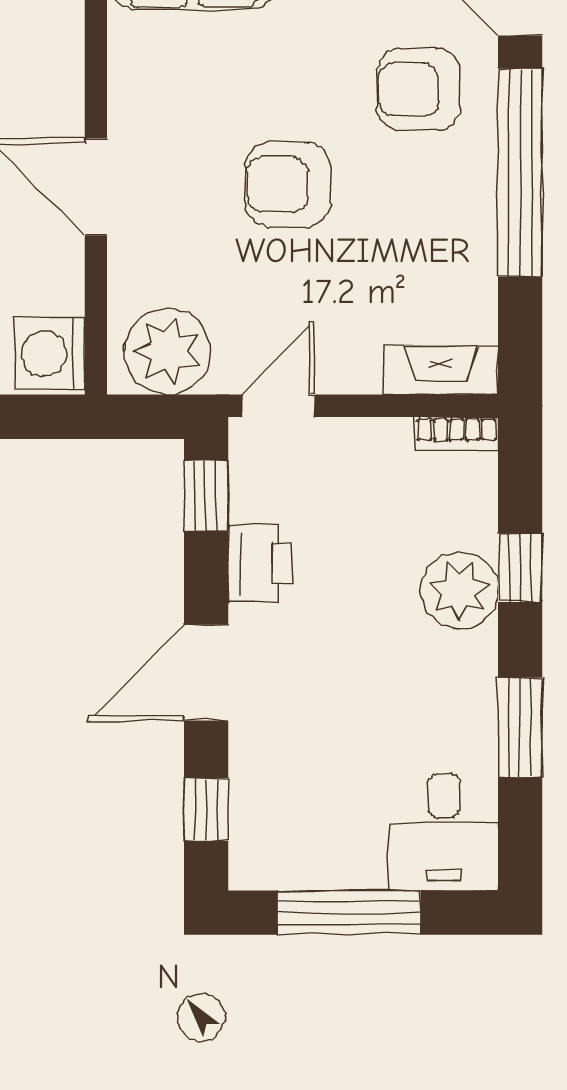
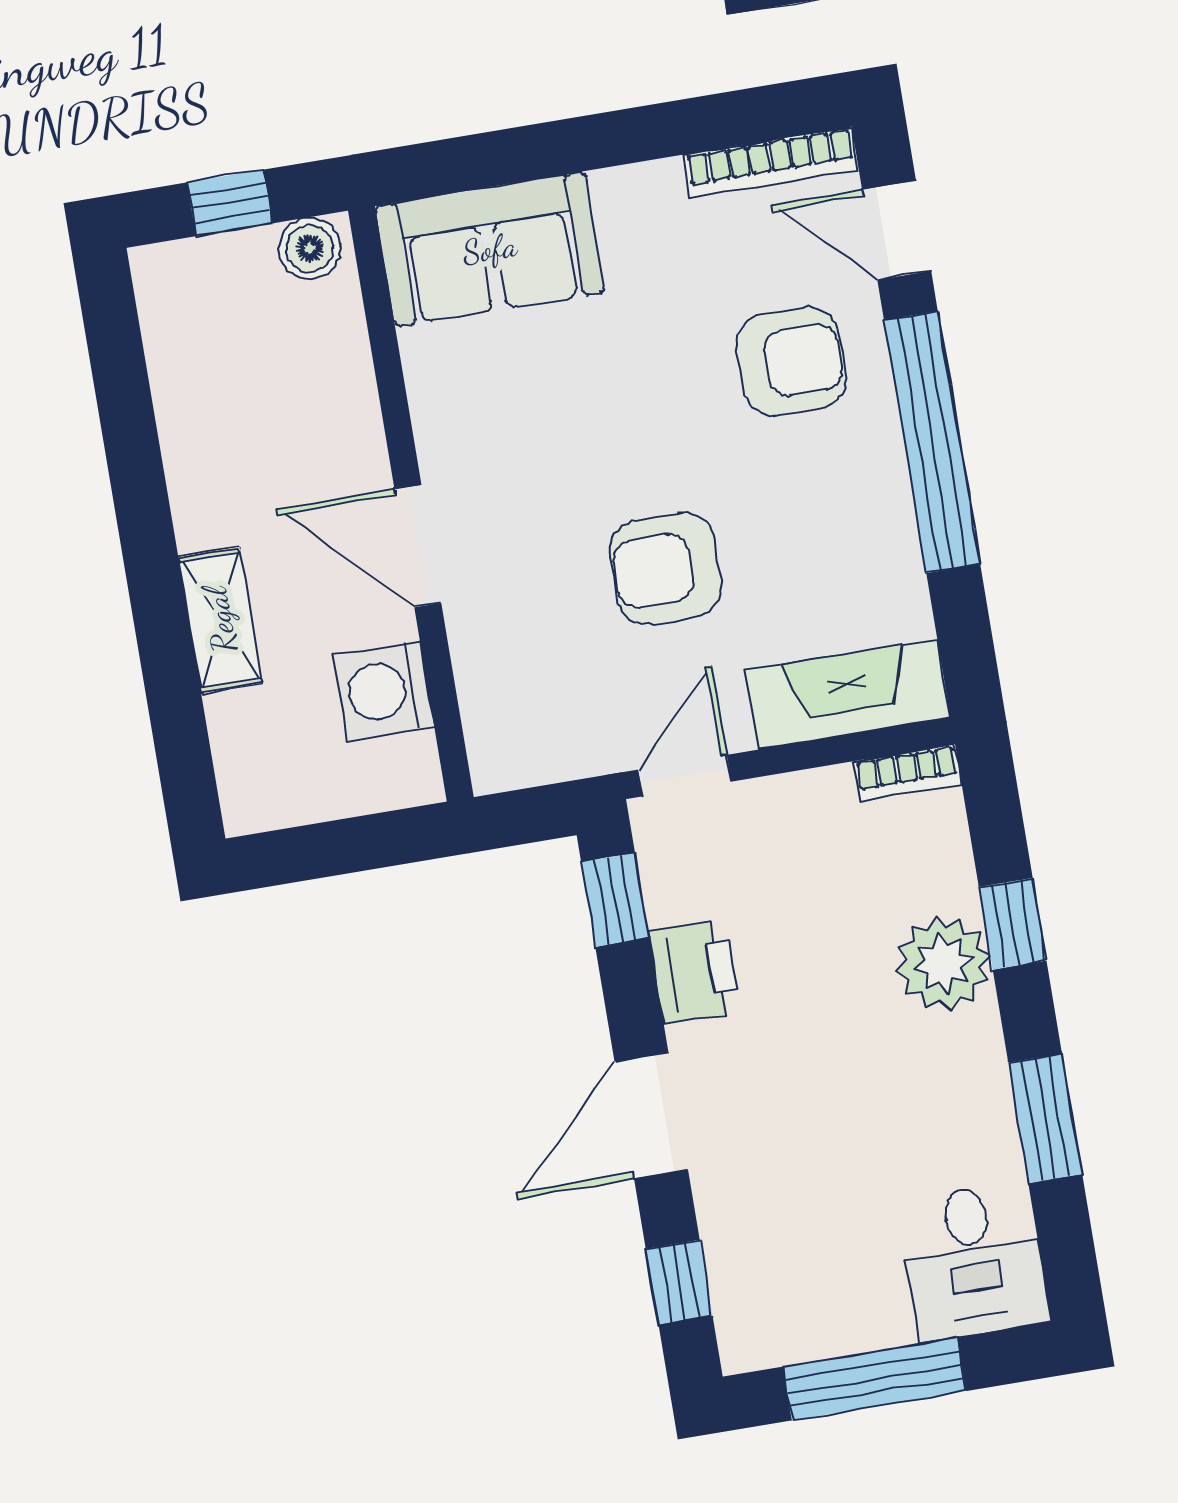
armchair: (419, 90) -> (791, 362), turned 180
armchair: (288, 184) -> (666, 569), moved
plant: (168, 351) -> (539, 732), removed
washing machine: (50, 354) -> (384, 690), moved
fireplace: (441, 370) -> (848, 694), width x1.37, depth x1.32

